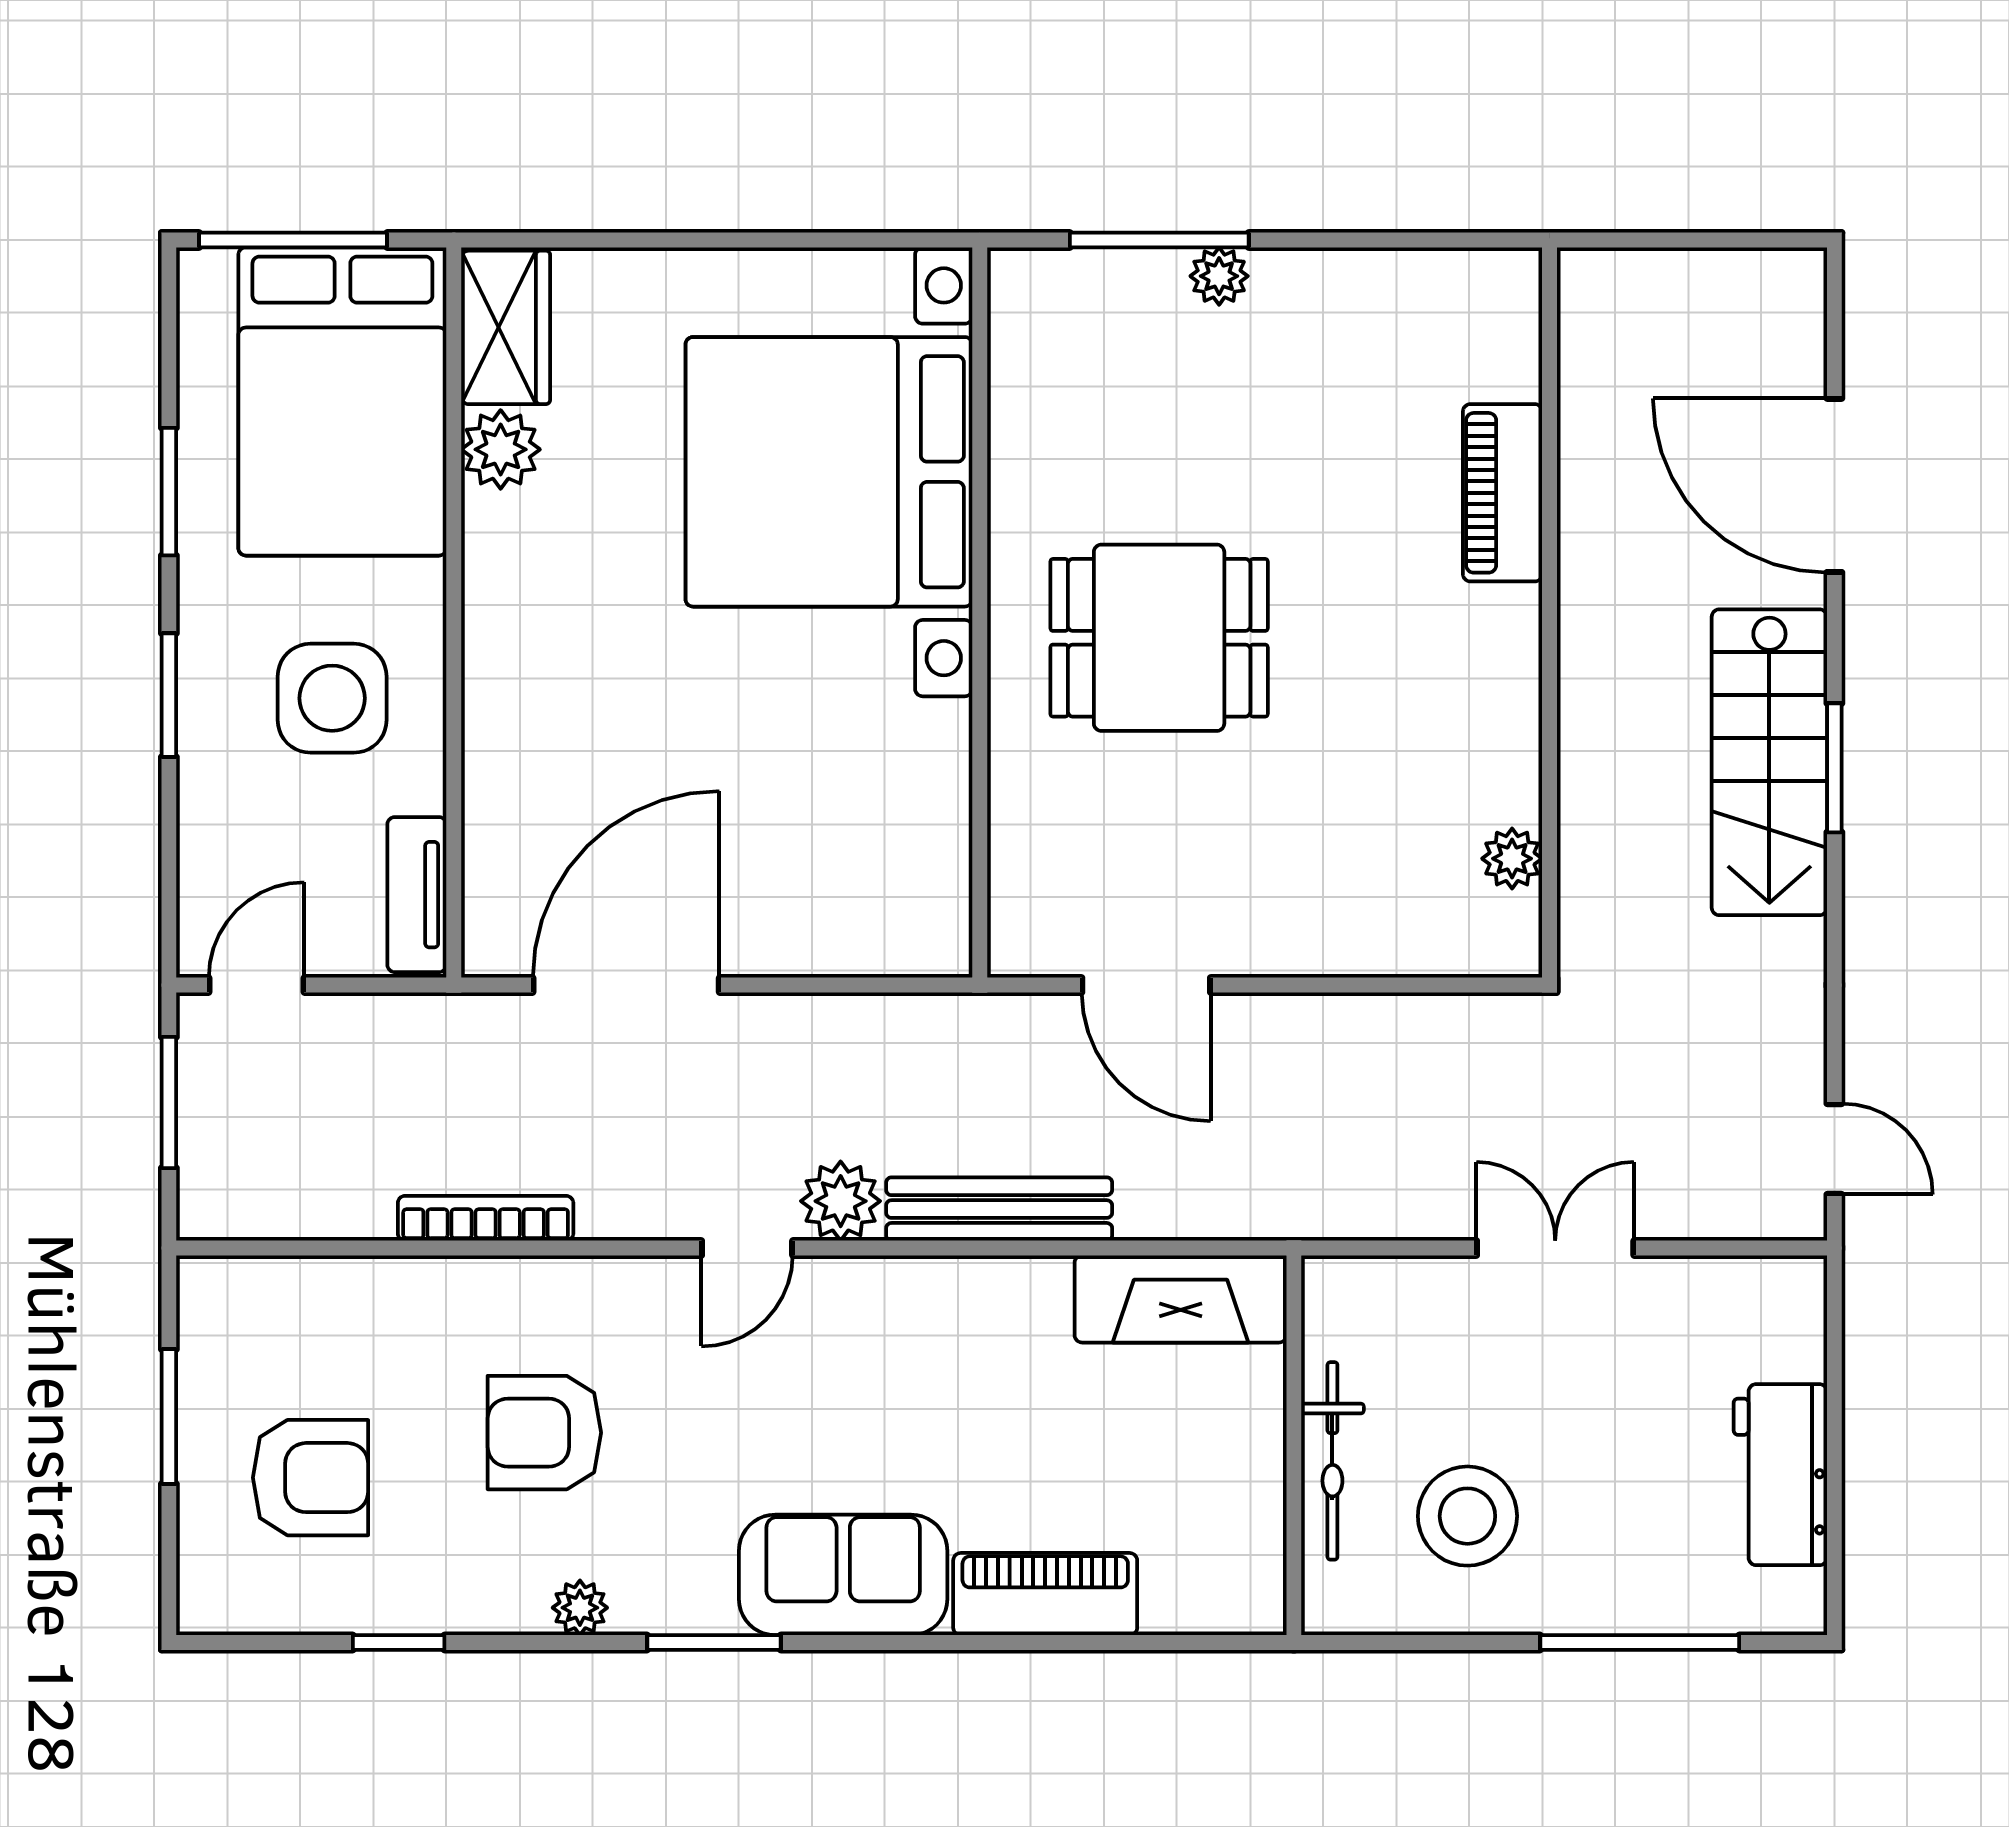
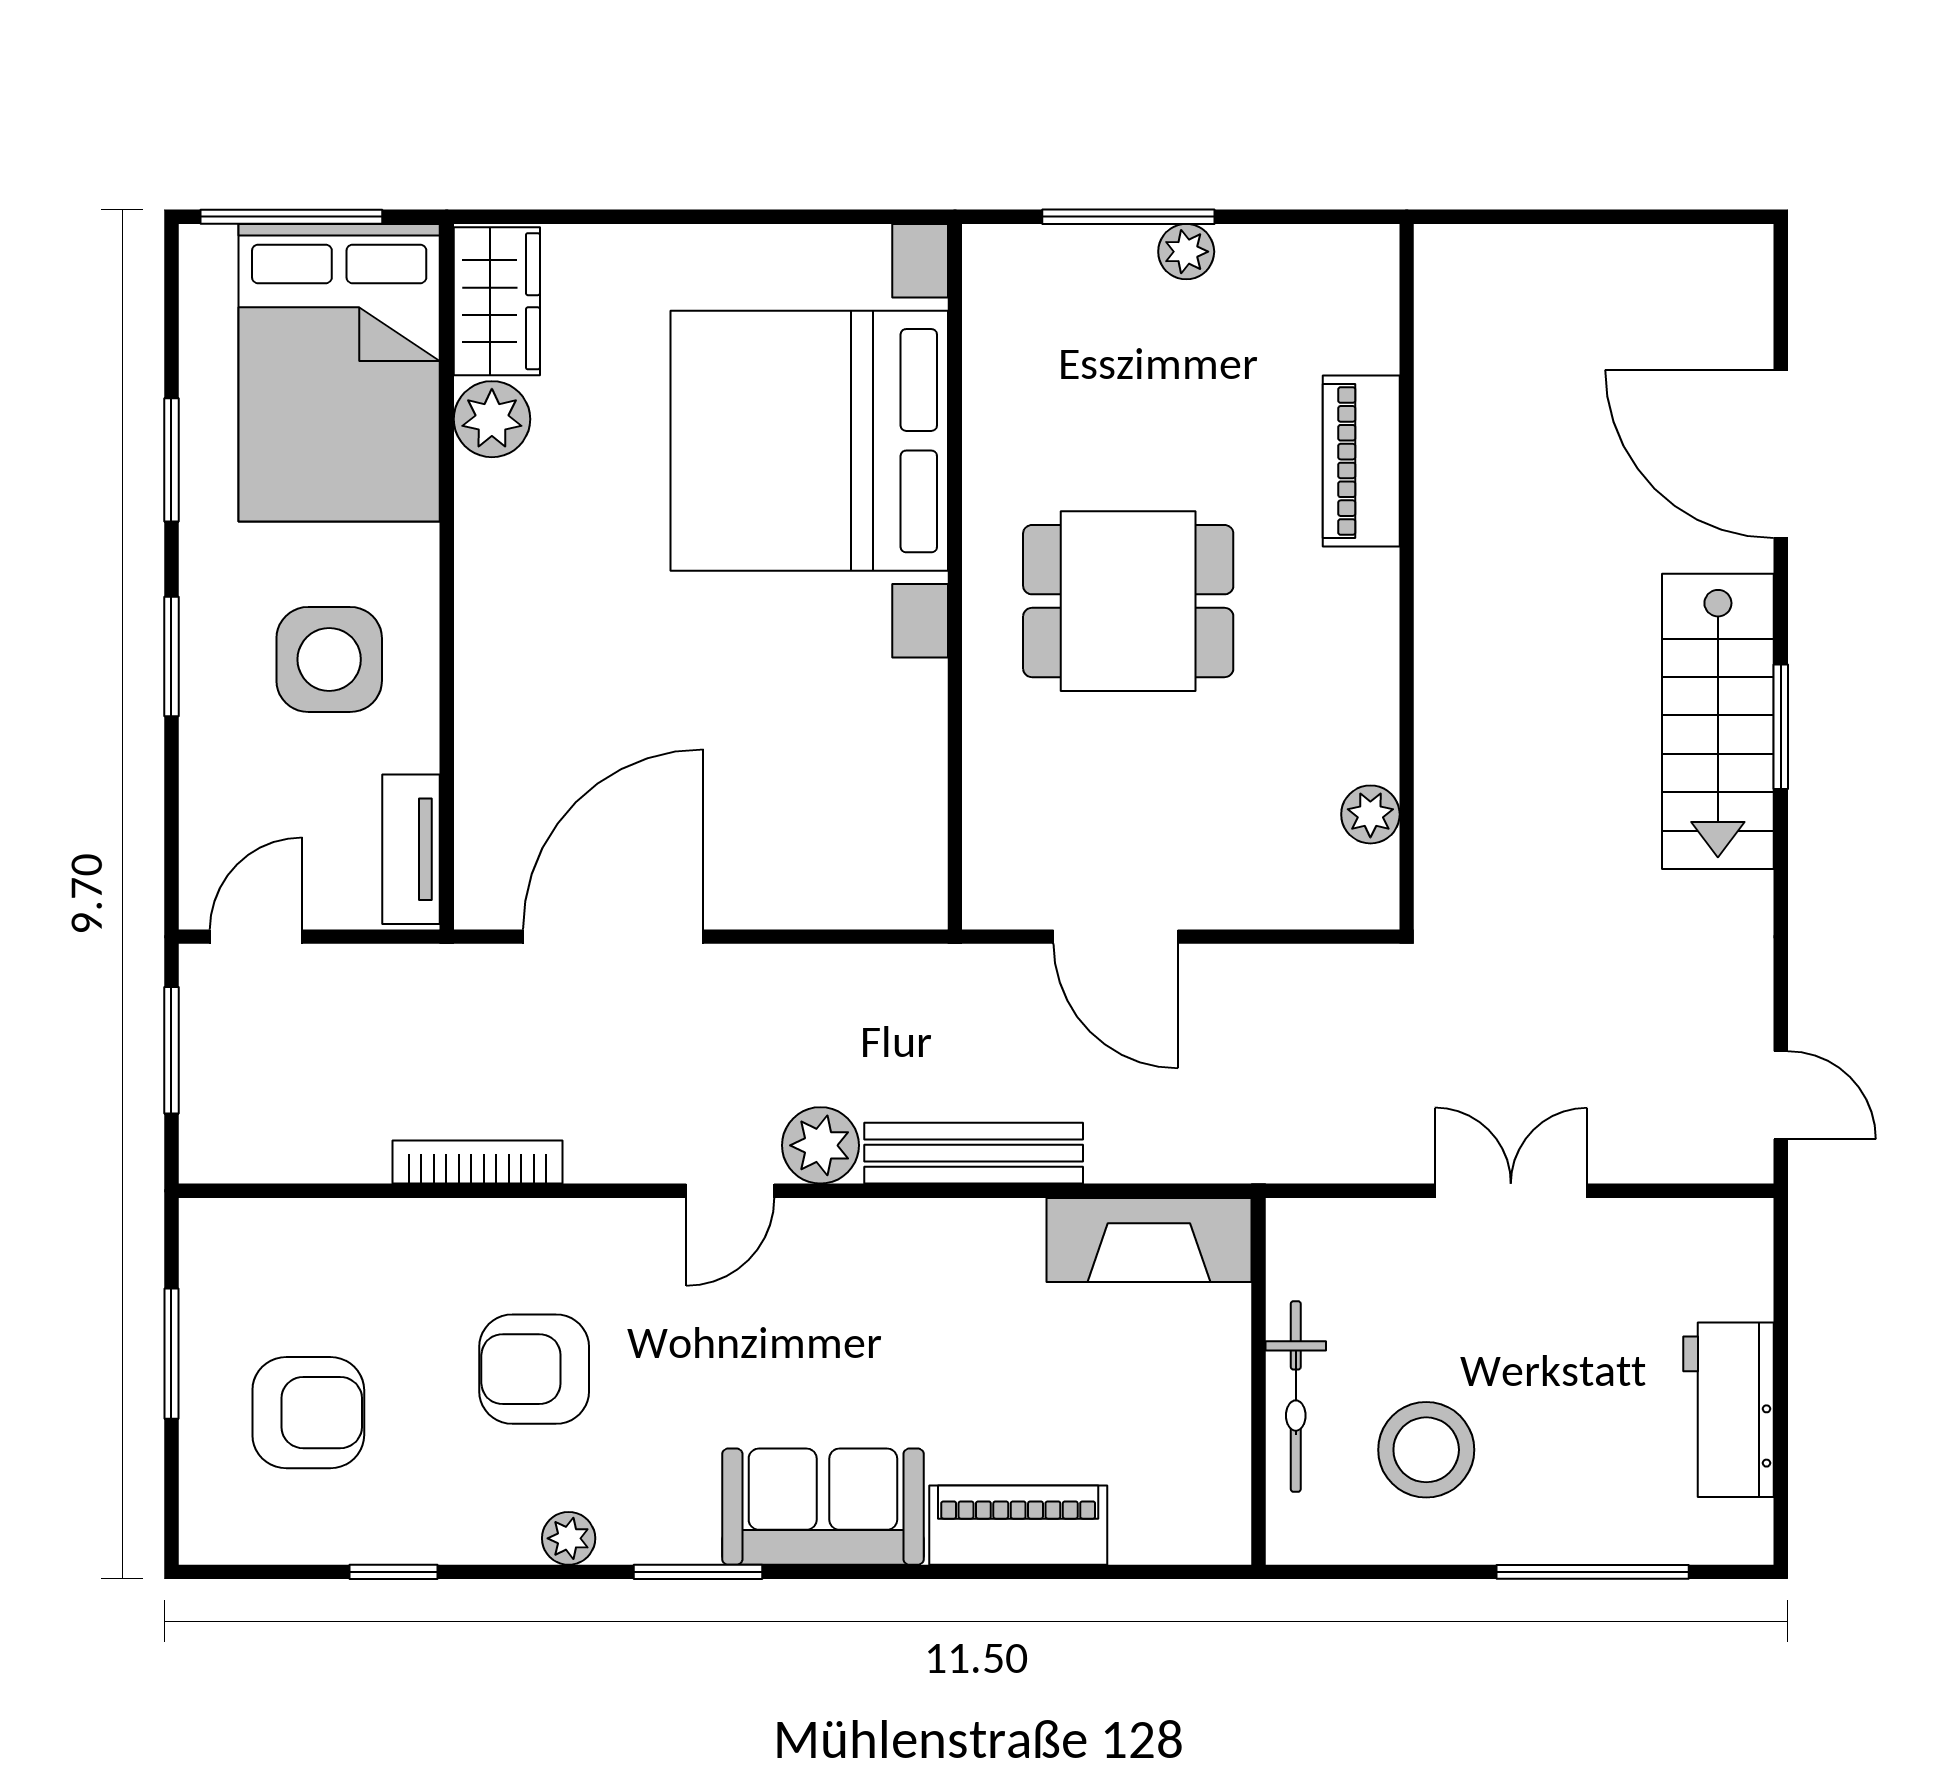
piano: (1503, 493) -> (1361, 461), moved
wall: (1550, 612) -> (1407, 577), moved
plant: (1512, 859) -> (1370, 814), moved

